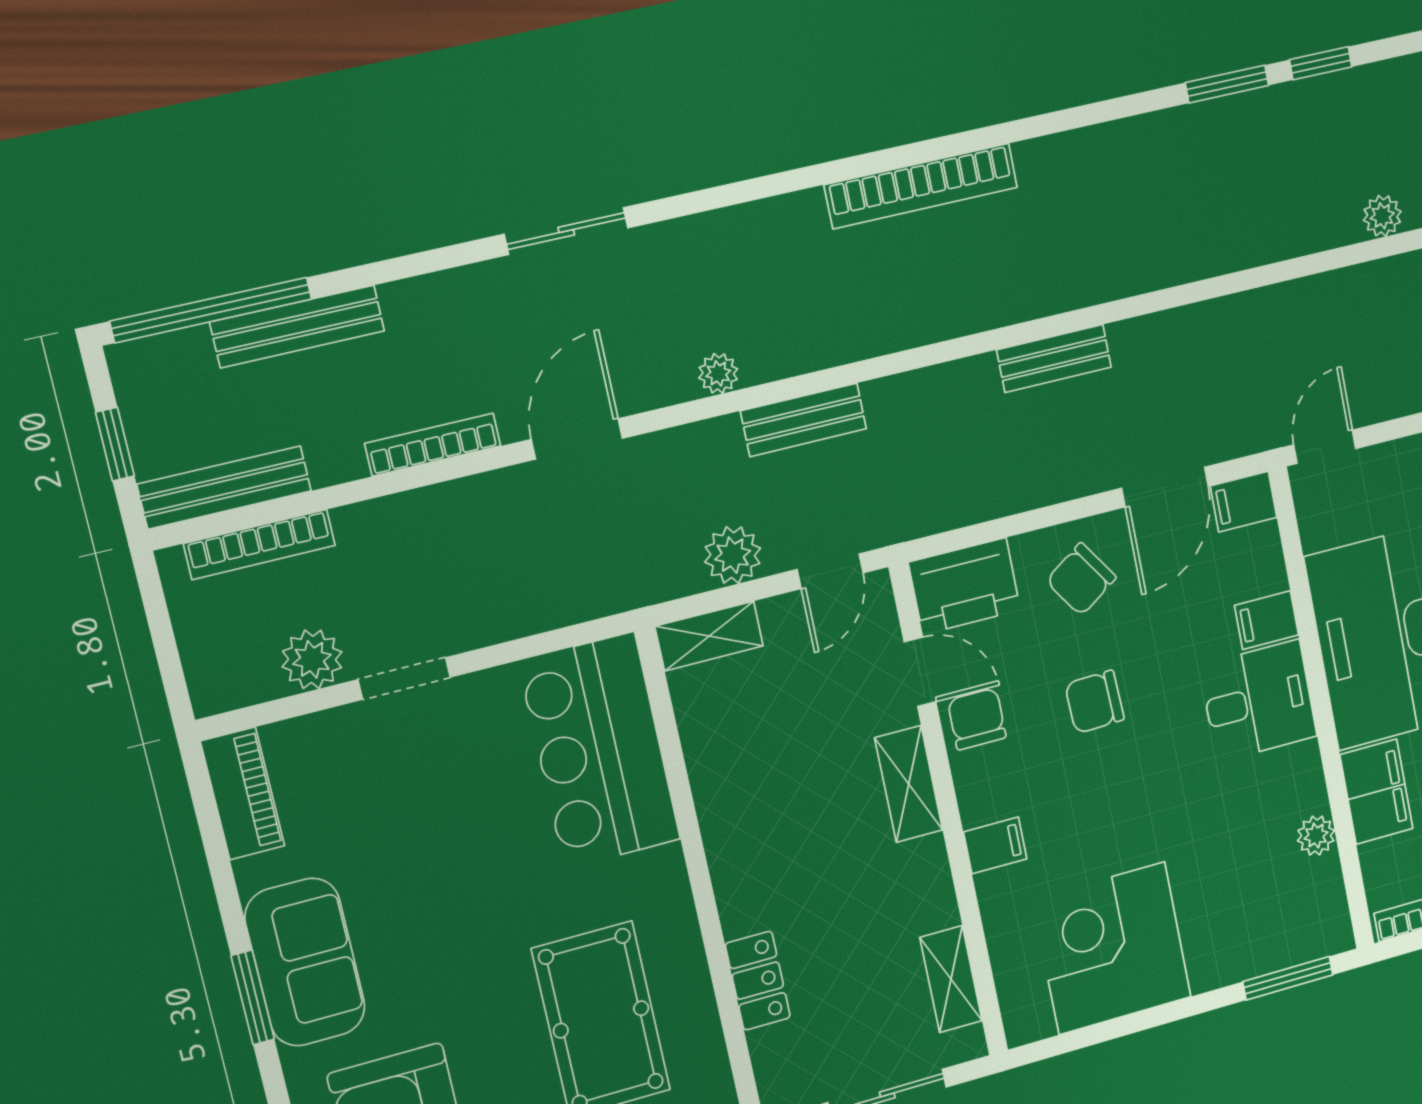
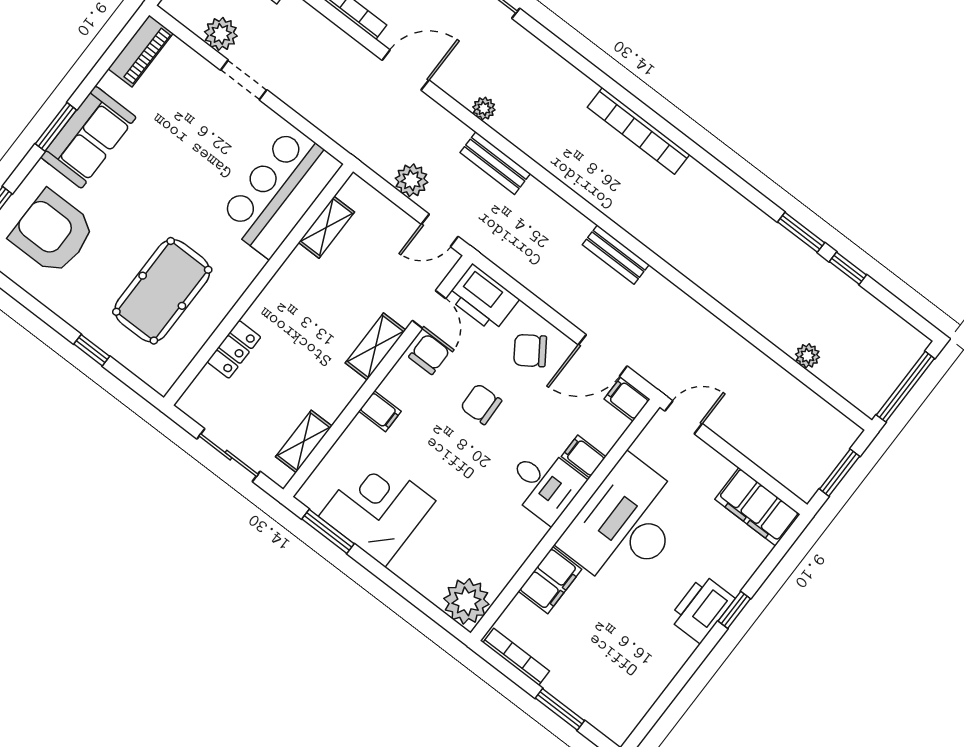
shelving: (709, 636) -> (326, 227), moved, turned 90
plant: (1316, 836) -> (466, 601), moved, width x1.88, depth x1.88
window: (1288, 978) -> (328, 531), moved

